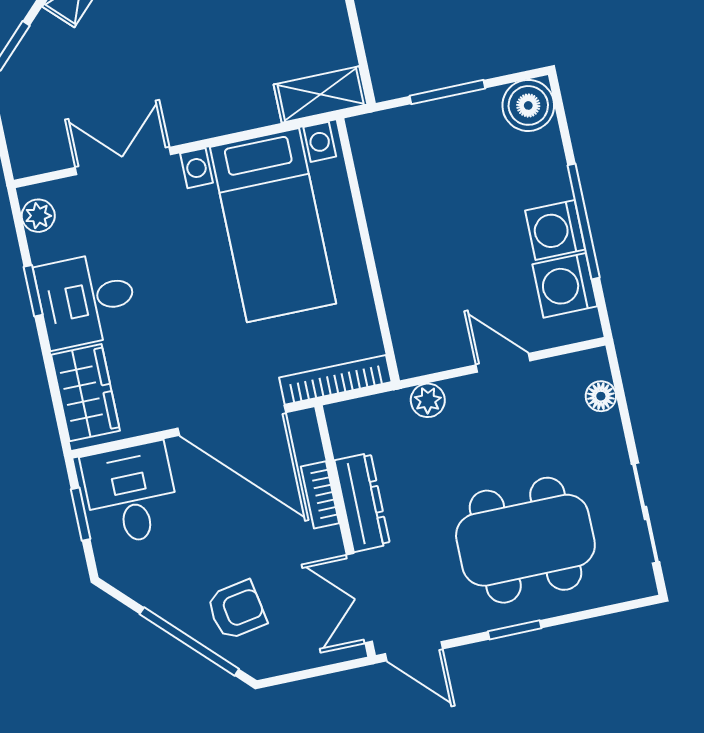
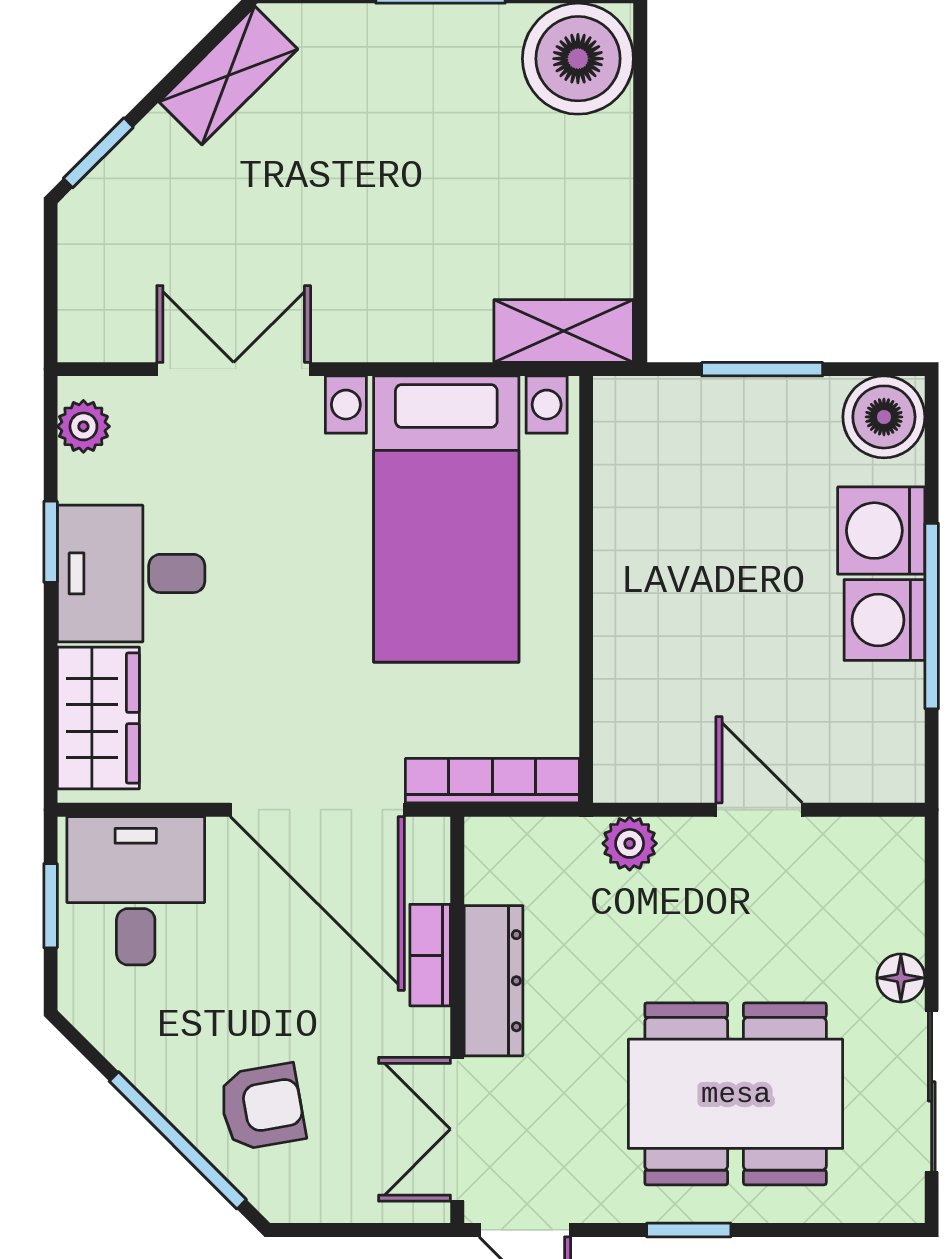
washing machine: (565, 285) -> (881, 531), moved
floor lamp: (601, 396) -> (901, 978), moved

